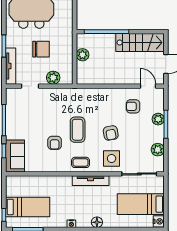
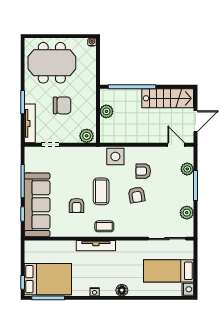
plant: (53, 78) -> (87, 136), moved
armchair: (133, 106) -> (143, 171), moved
plant: (158, 119) -> (187, 169), moved
sofa: (15, 156) -> (37, 205), width x1.85, depth x1.27
side table: (112, 158) -> (115, 157), moved
tv unit: (91, 181) -> (96, 246), moved
bed: (28, 207) -> (48, 279), width x1.50

